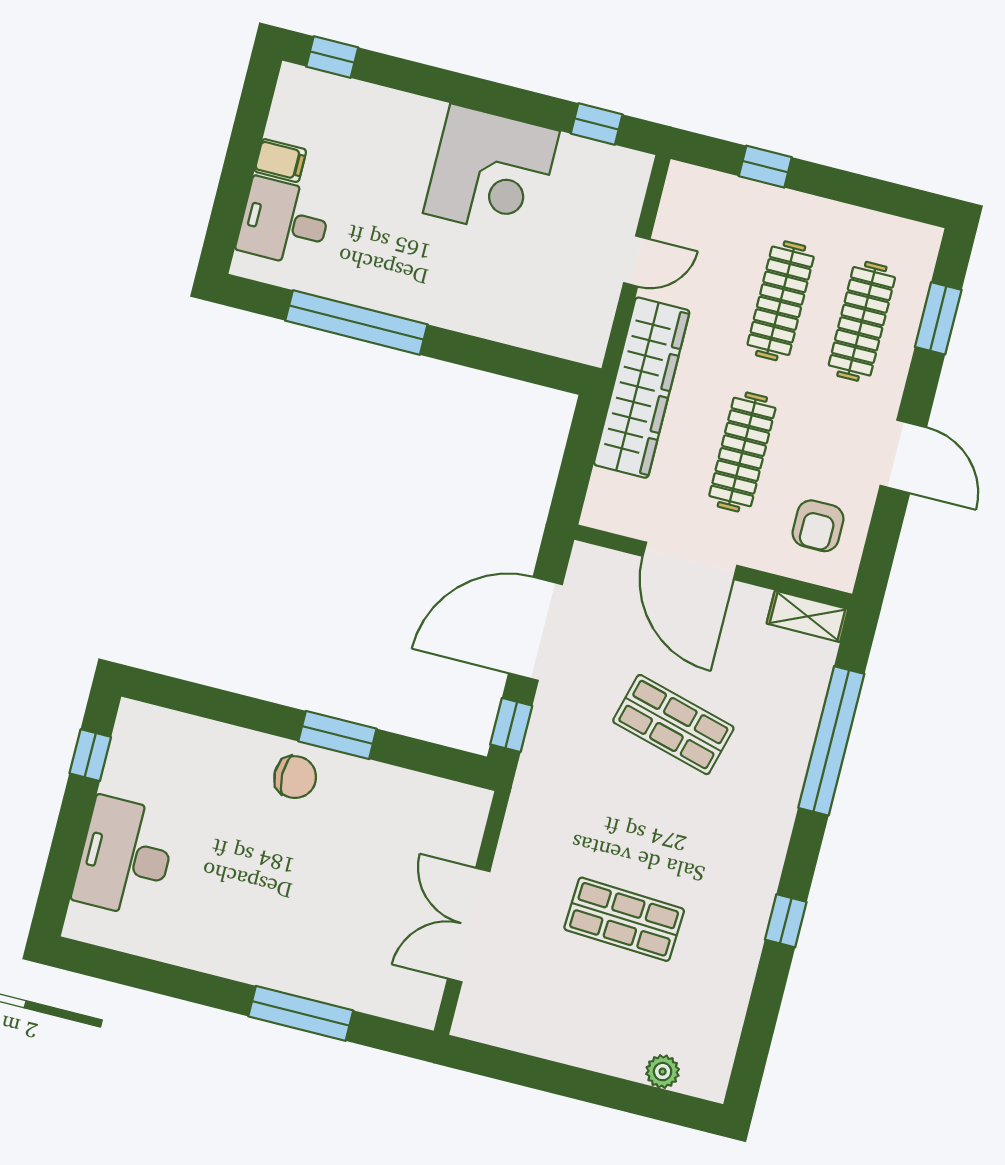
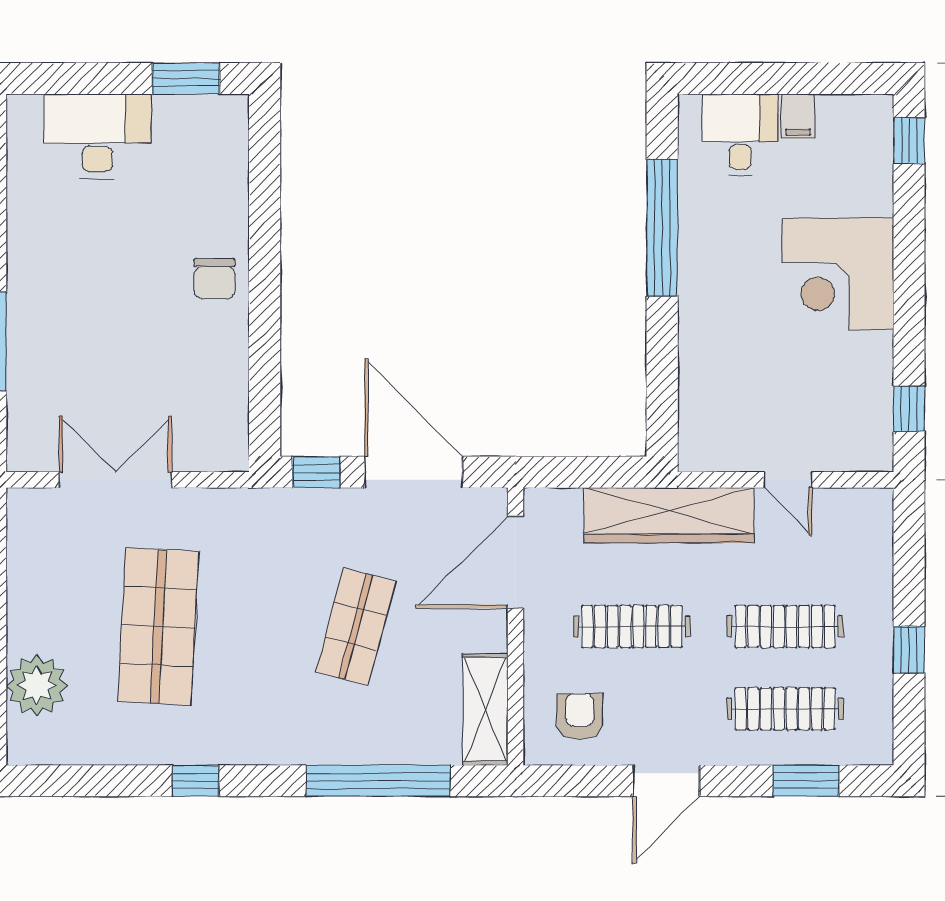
window: (765, 167) -> (909, 650), moved
corner desk: (491, 172) -> (838, 274), moved
armchair: (818, 526) -> (580, 716), turned 90
door: (690, 561) -> (515, 562), moved
shelving: (807, 616) -> (485, 709), width x1.50, depth x1.33
window: (337, 735) -> (265, 309), removed
window: (90, 755) -> (186, 79), width x1.50
shop shelf: (624, 919) -> (158, 626), width x1.43, depth x1.36
plant: (663, 1072) -> (37, 685), width x1.88, depth x1.88

